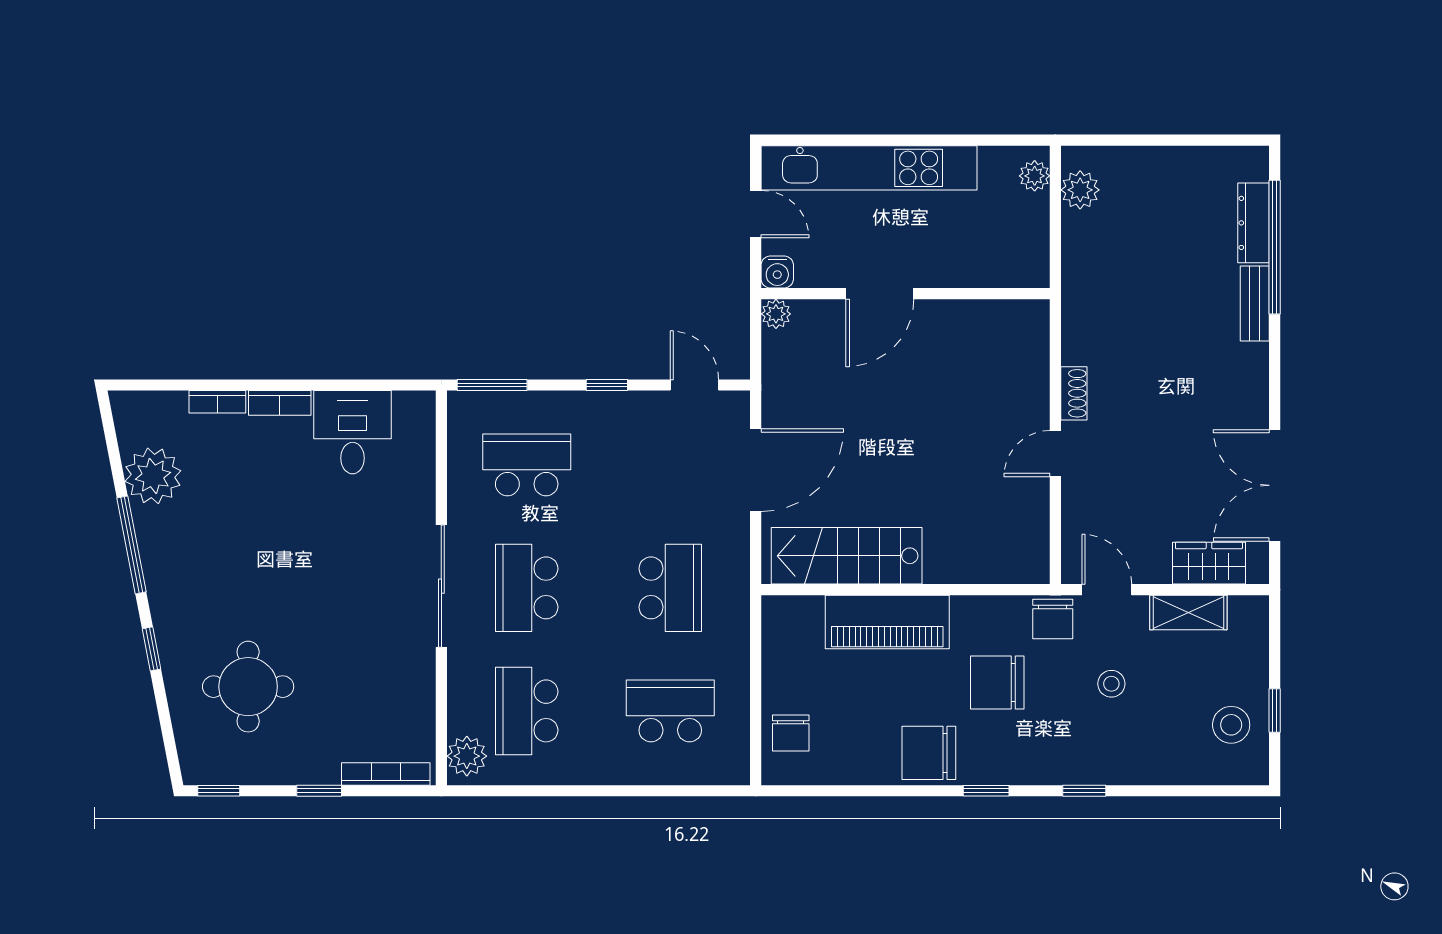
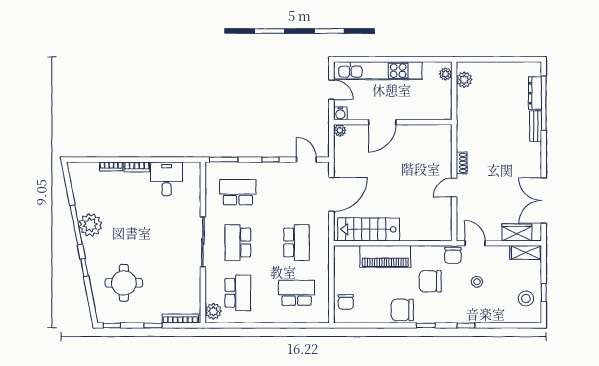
plant: (153, 476) -> (90, 225), moved
shelving: (1188, 612) -> (526, 253), moved
school desk: (527, 711) -> (238, 293), turned 180

